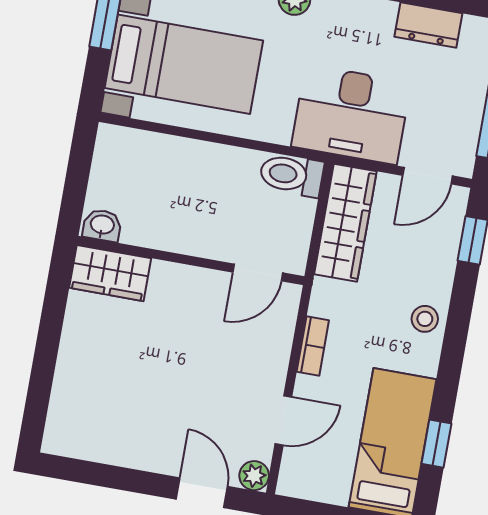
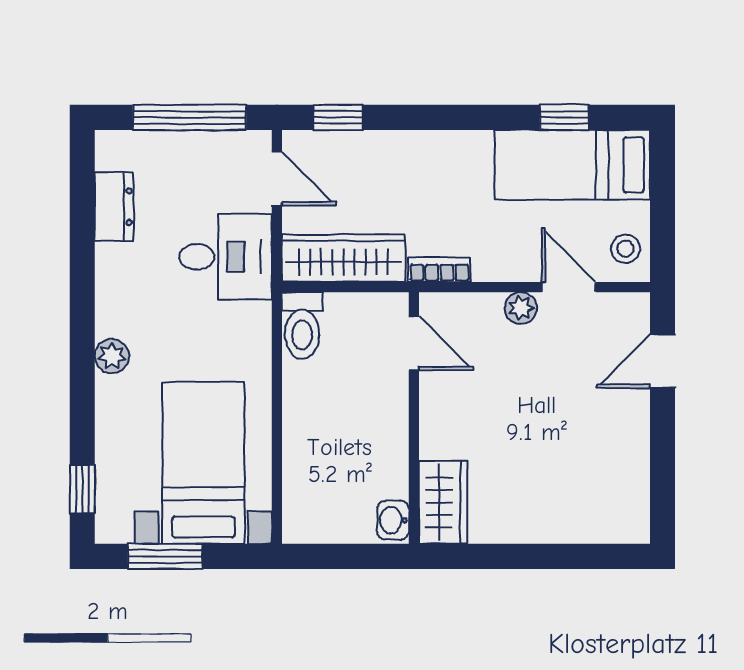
desk: (351, 115) -> (226, 257), width x0.73
stool: (425, 319) -> (626, 249), moved
bookcase: (313, 346) -> (439, 270), moved
plant: (254, 476) -> (521, 308), moved

